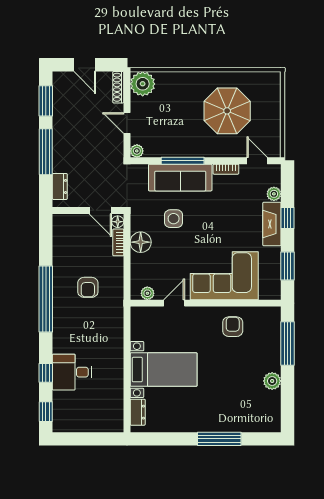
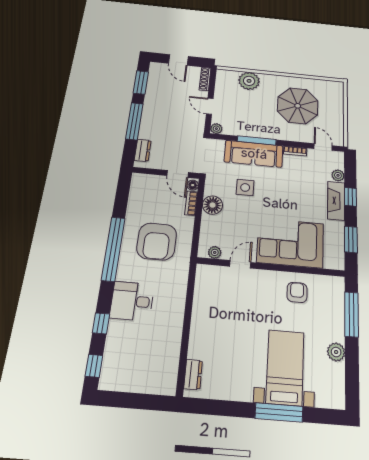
plant: (143, 84) -> (249, 81), moved
armchair: (88, 287) -> (157, 242), width x1.88, depth x1.88
bed with nightstands: (164, 370) -> (285, 367), moved, turned -90
desk: (72, 372) -> (132, 301), moved

